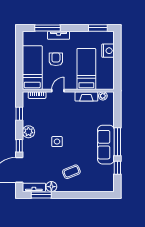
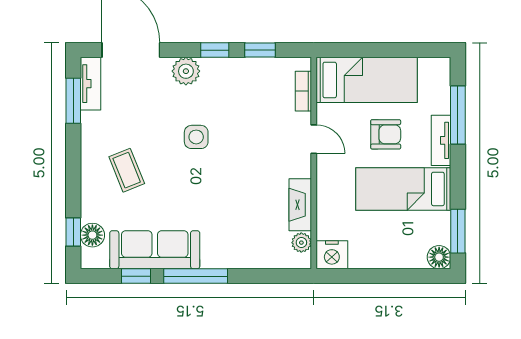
floor lamp: (109, 36) -> (439, 257), added
nightstand: (108, 51) -> (332, 255), moved
bed: (86, 69) -> (403, 189), moved, turned 180
plant: (28, 132) -> (186, 71), moved
sofa: (106, 145) -> (155, 250), moved
window: (19, 146) -> (215, 50), moved
floor lamp: (51, 187) -> (92, 235), moved
window: (98, 195) -> (73, 232), added

